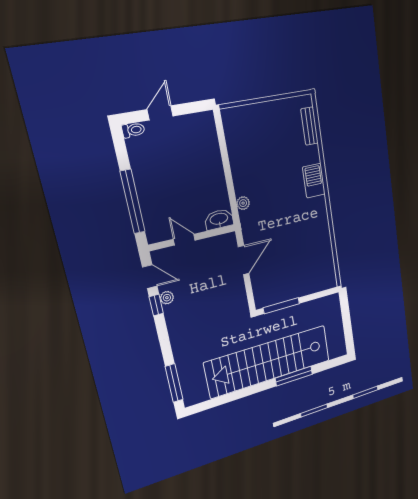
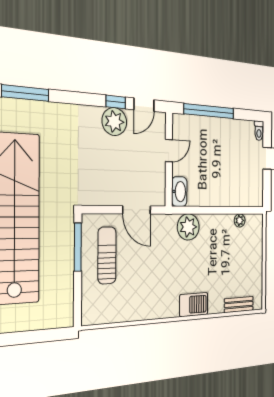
plant: (232, 140) -> (240, 220), added
plant: (243, 203) -> (188, 227), width x1.87, depth x1.87
sun lounger: (284, 278) -> (107, 255), added
plant: (167, 298) -> (114, 122), width x1.88, depth x1.88

